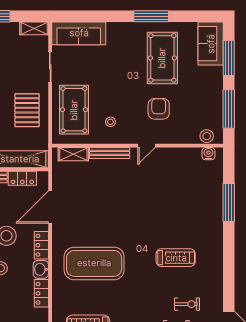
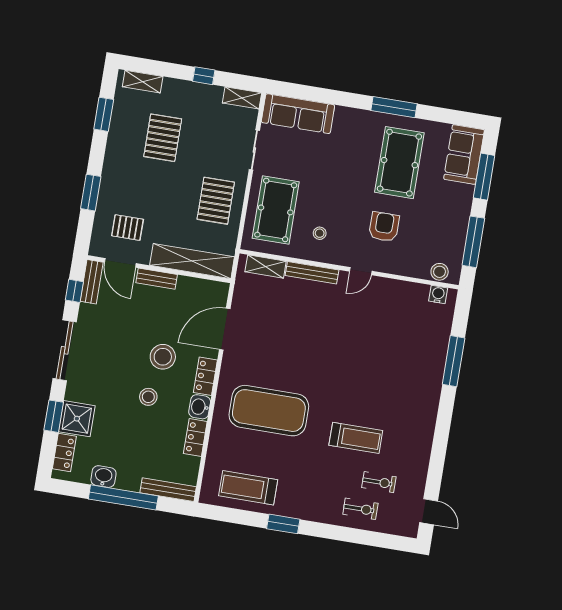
locker: (22, 178) -> (195, 287), removed
treadmill: (176, 258) -> (356, 438), moved

